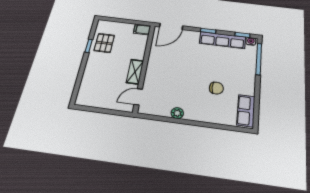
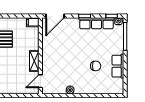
row of seats: (246, 111) -> (118, 66), moved

